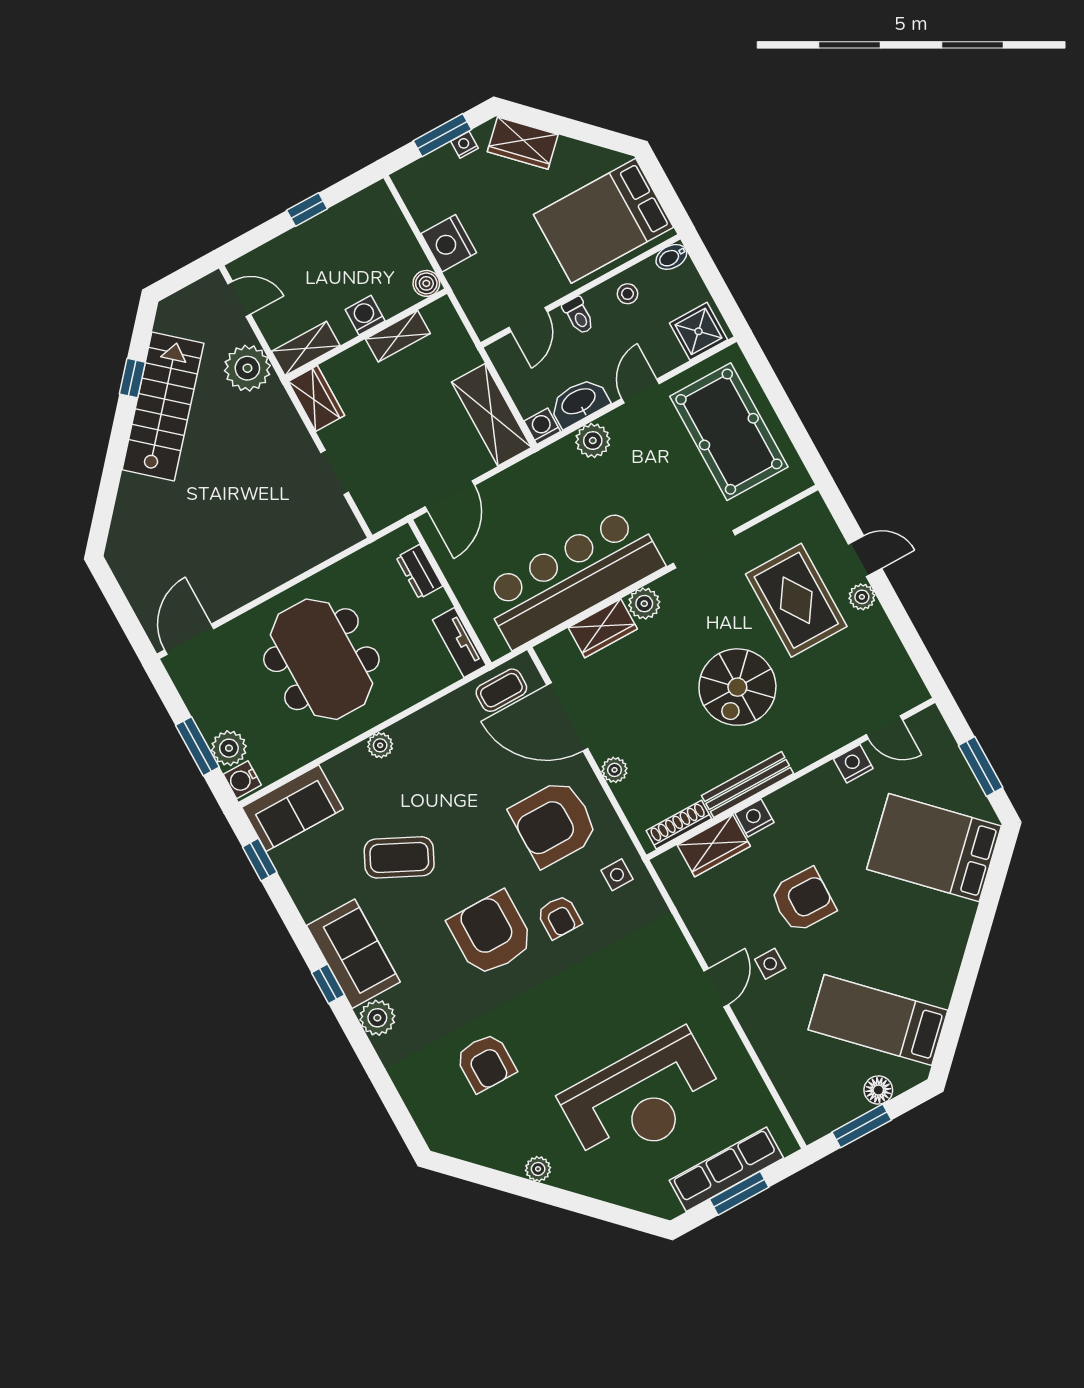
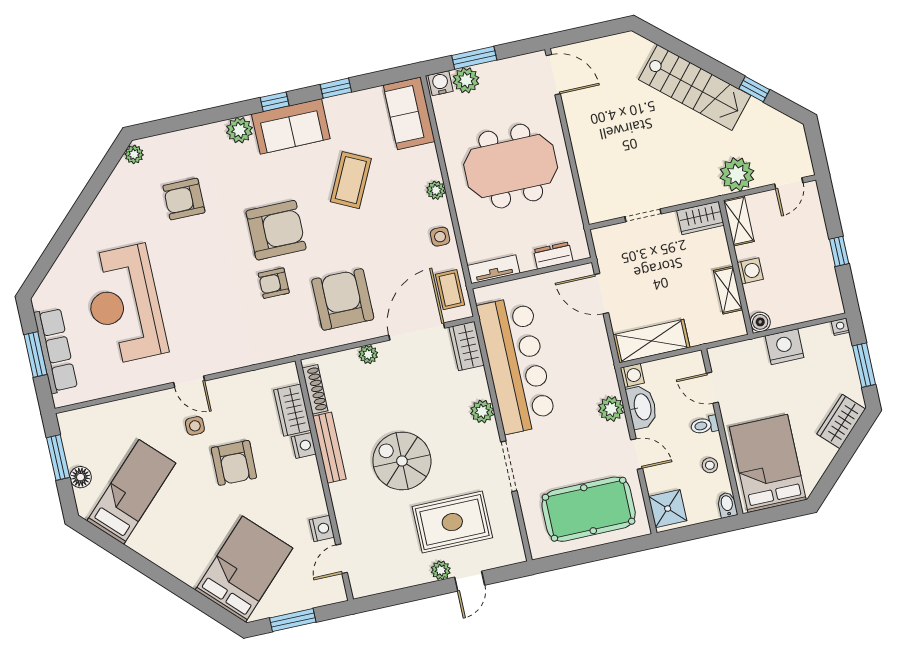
nightstand: (464, 145) -> (840, 327), moved, turned -90
stairs: (163, 406) -> (695, 87), moved
wardrobe: (603, 628) -> (467, 346), moved
window: (260, 860) -> (336, 88), moved
side table: (617, 875) -> (440, 237), moved
plant: (538, 1169) -> (134, 154), moved

